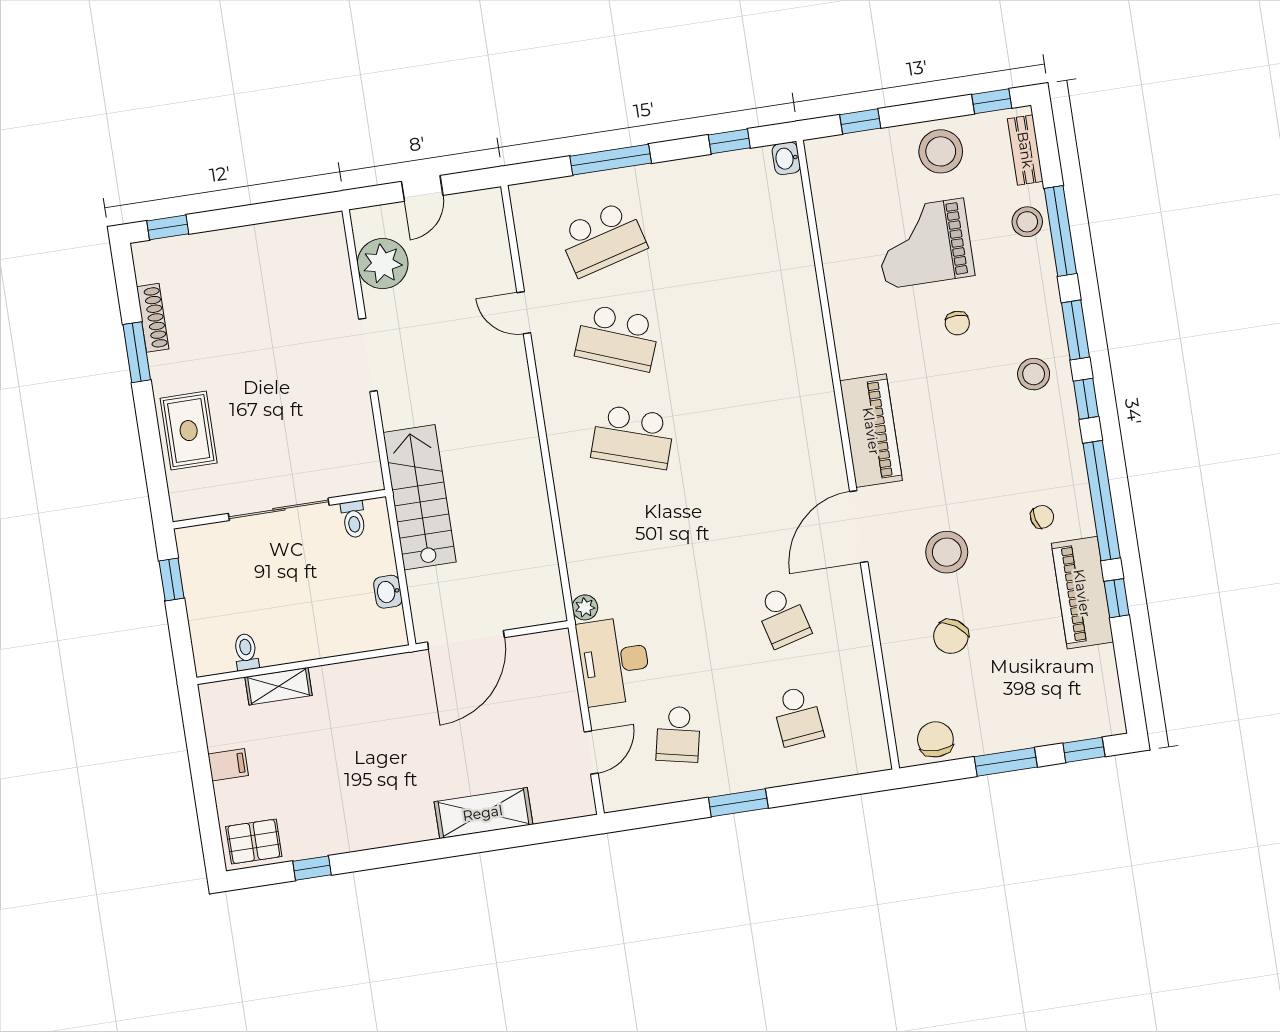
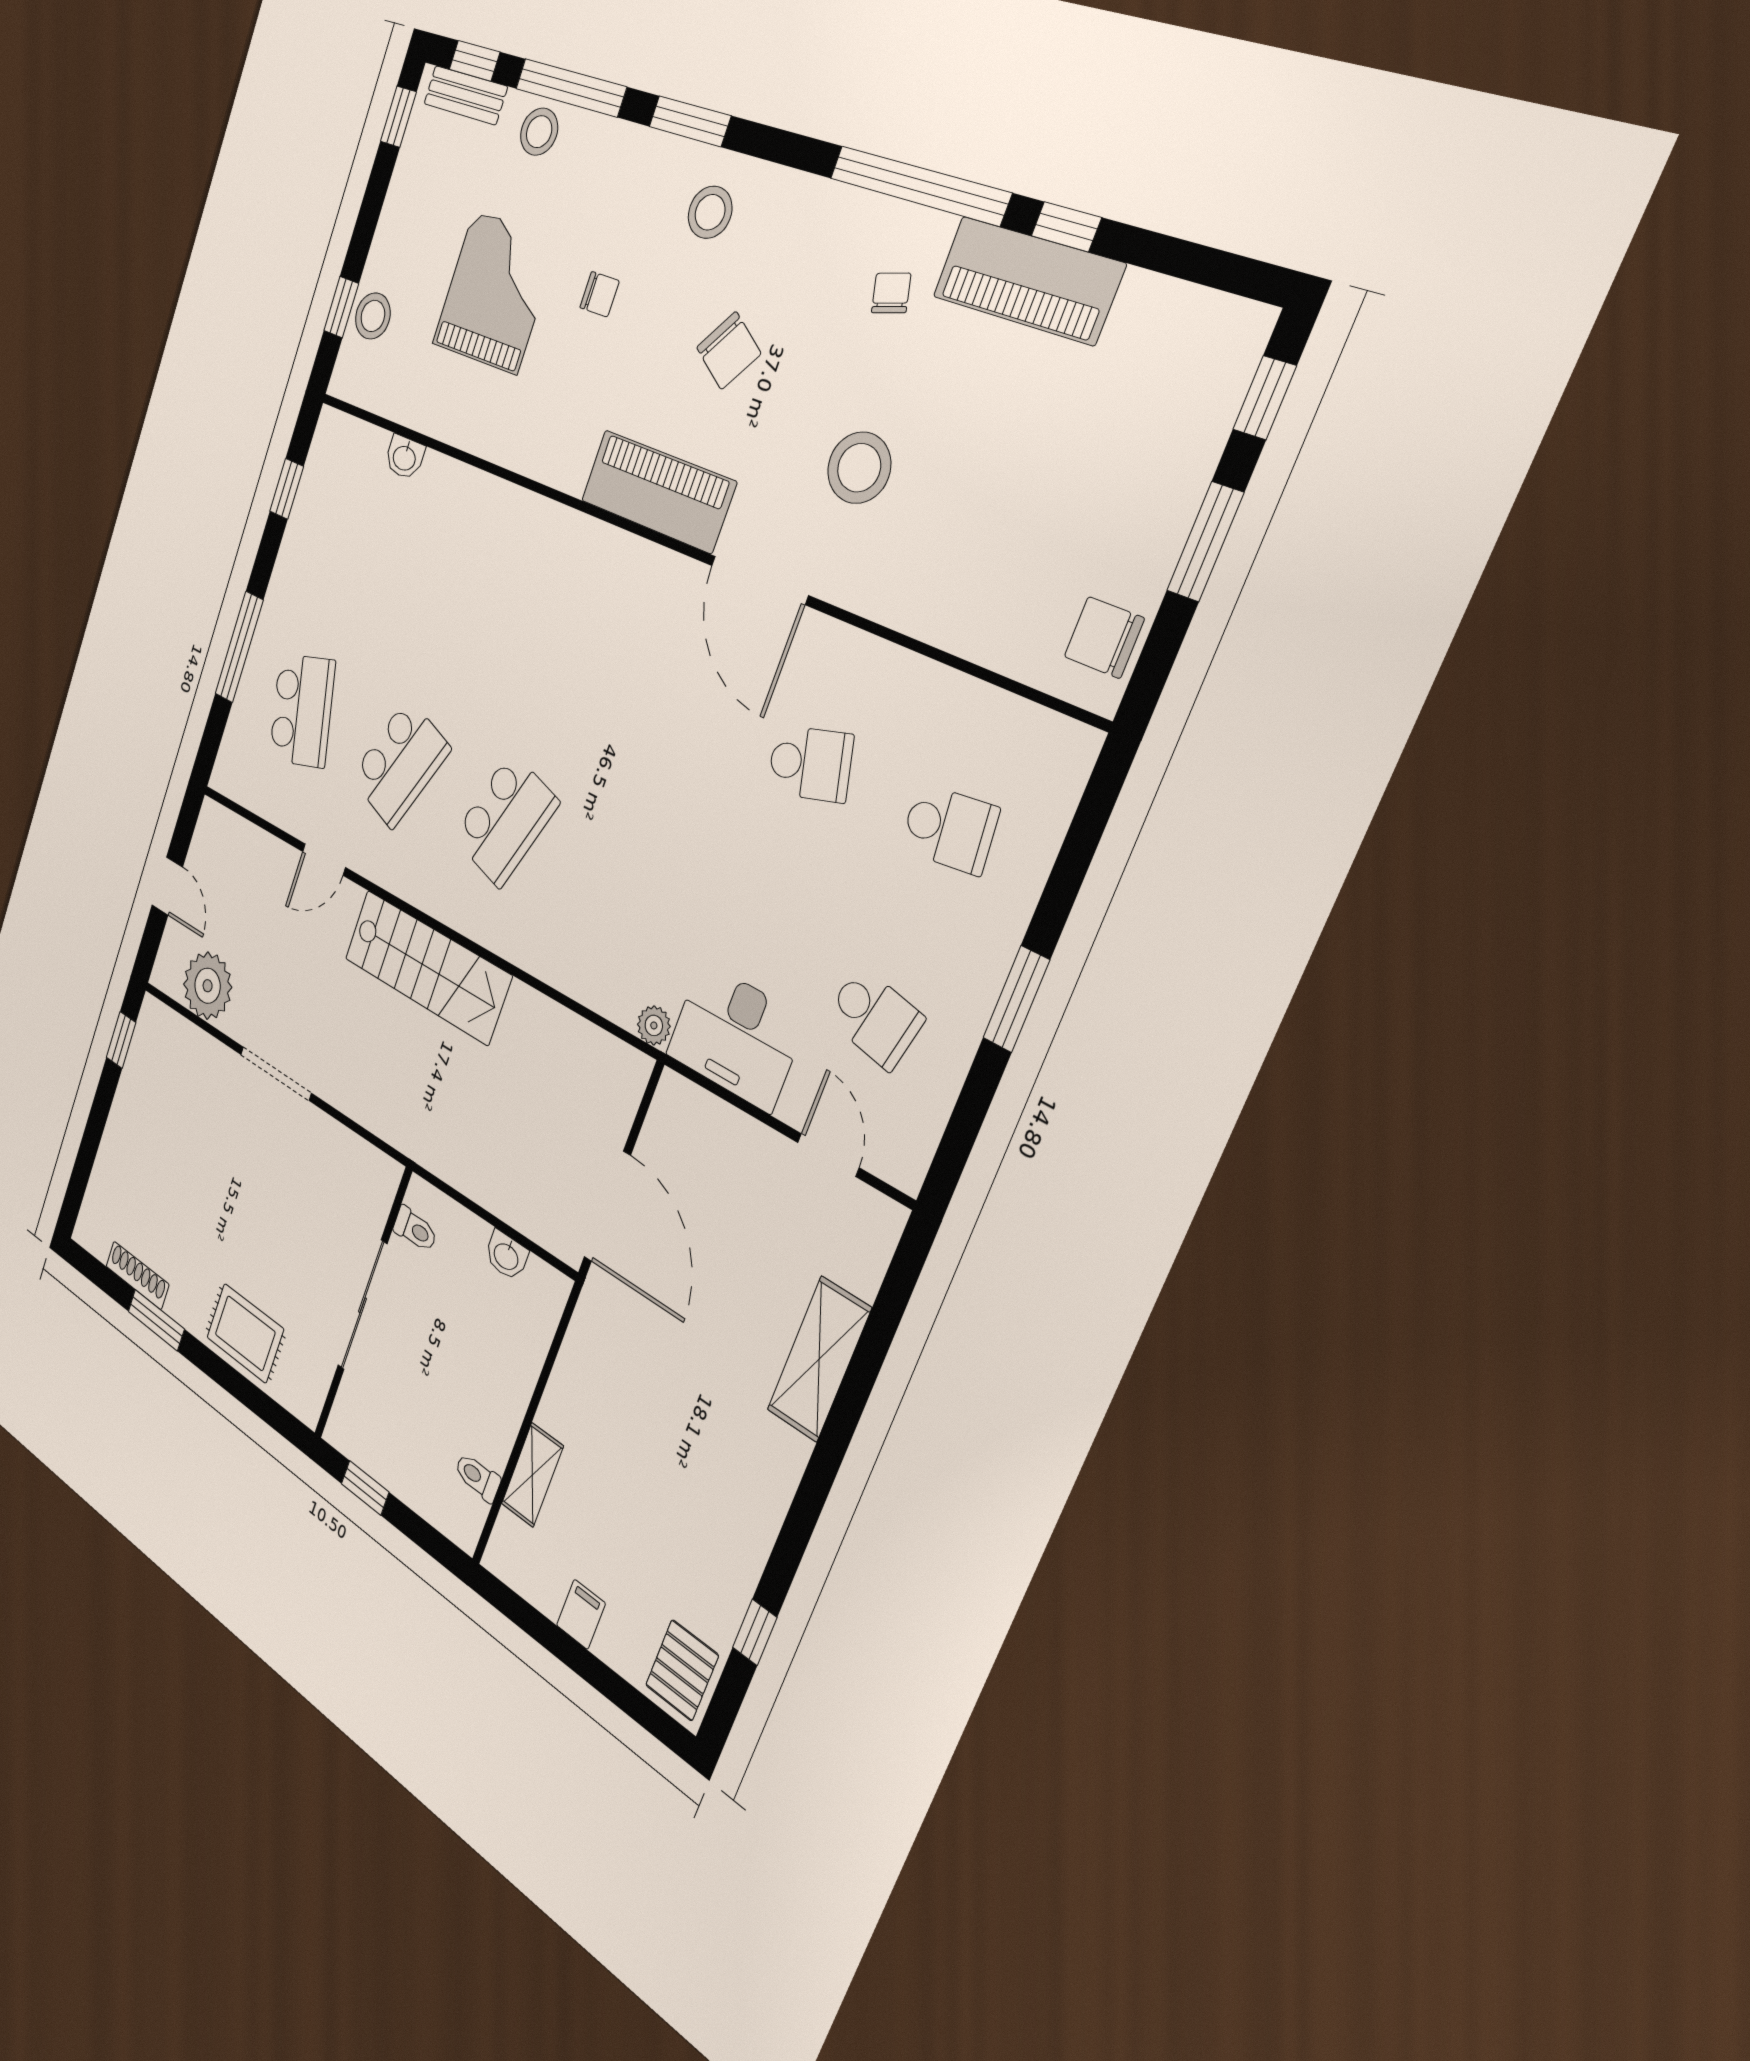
stool: (941, 151) -> (373, 316), moved, width x0.73, depth x0.73
washbasin: (786, 158) -> (405, 457), moved
window: (168, 227) -> (121, 1040), moved
grand piano: (924, 243) -> (495, 292), turned 180
window: (1086, 399) -> (475, 61), moved
stairs: (419, 497) -> (427, 967), moved, turned 180
chair: (951, 636) -> (729, 351), moved

